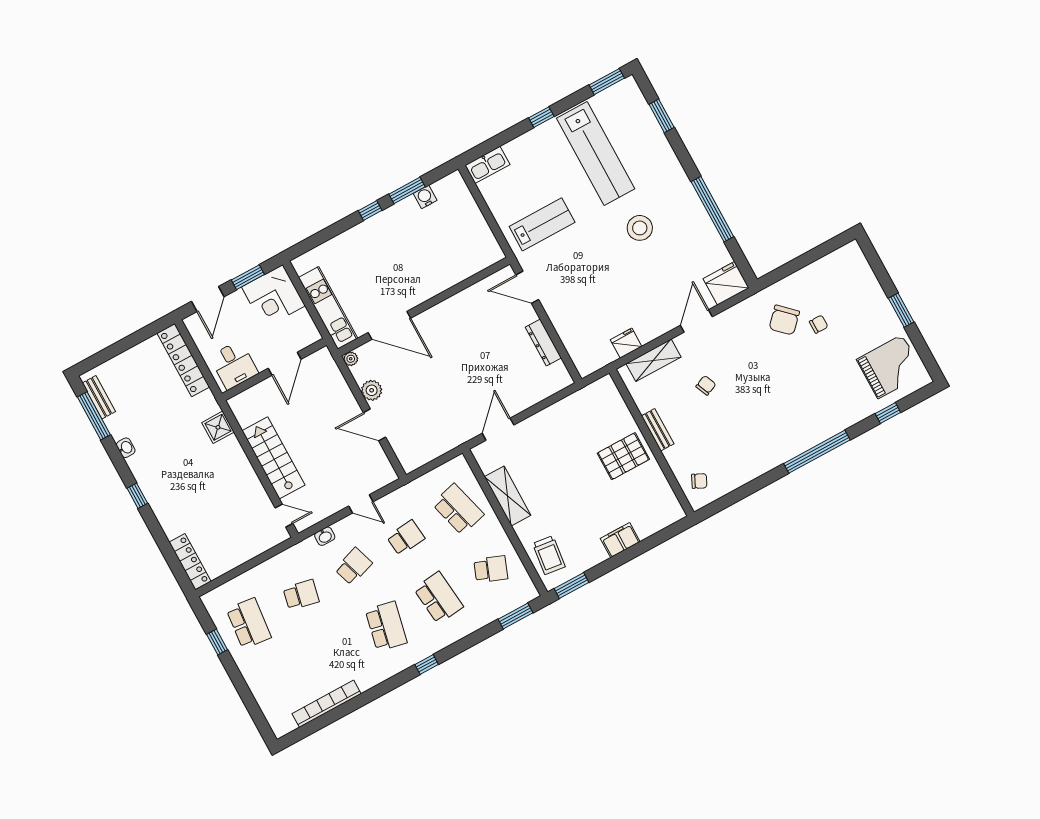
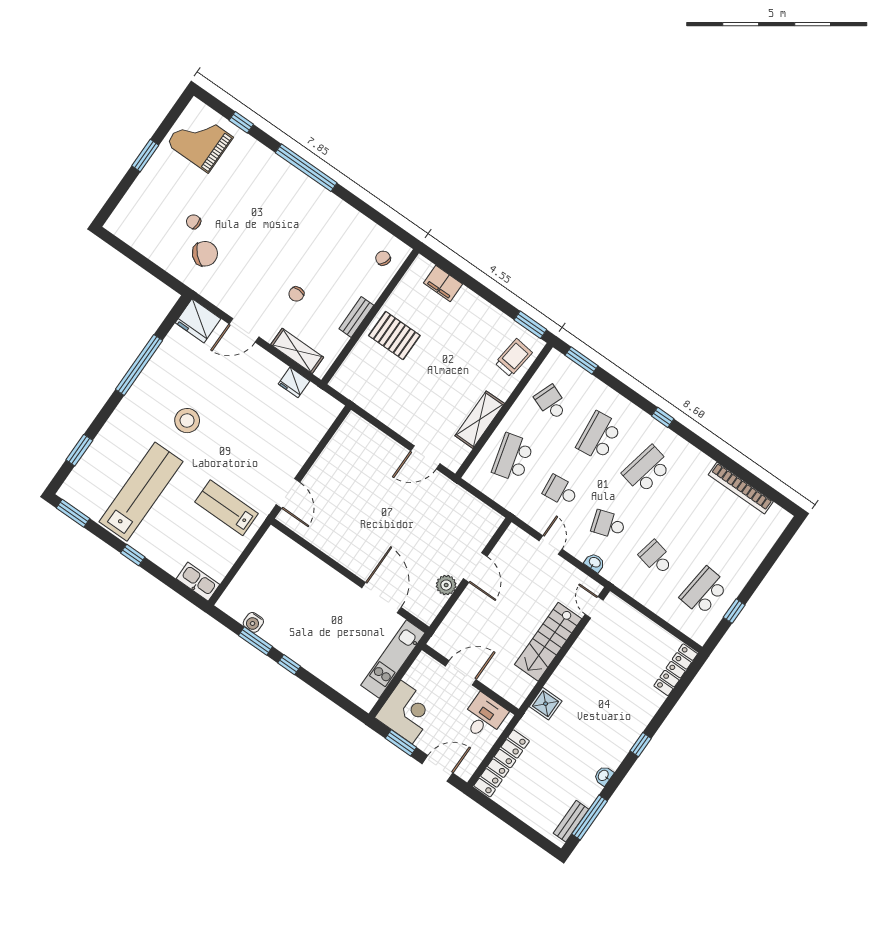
dresser: (543, 342) -> (329, 455), removed
plant: (351, 359) -> (428, 617), removed
chair: (706, 385) -> (296, 294), turned -67
filing cabinet: (620, 540) -> (443, 283), moved

